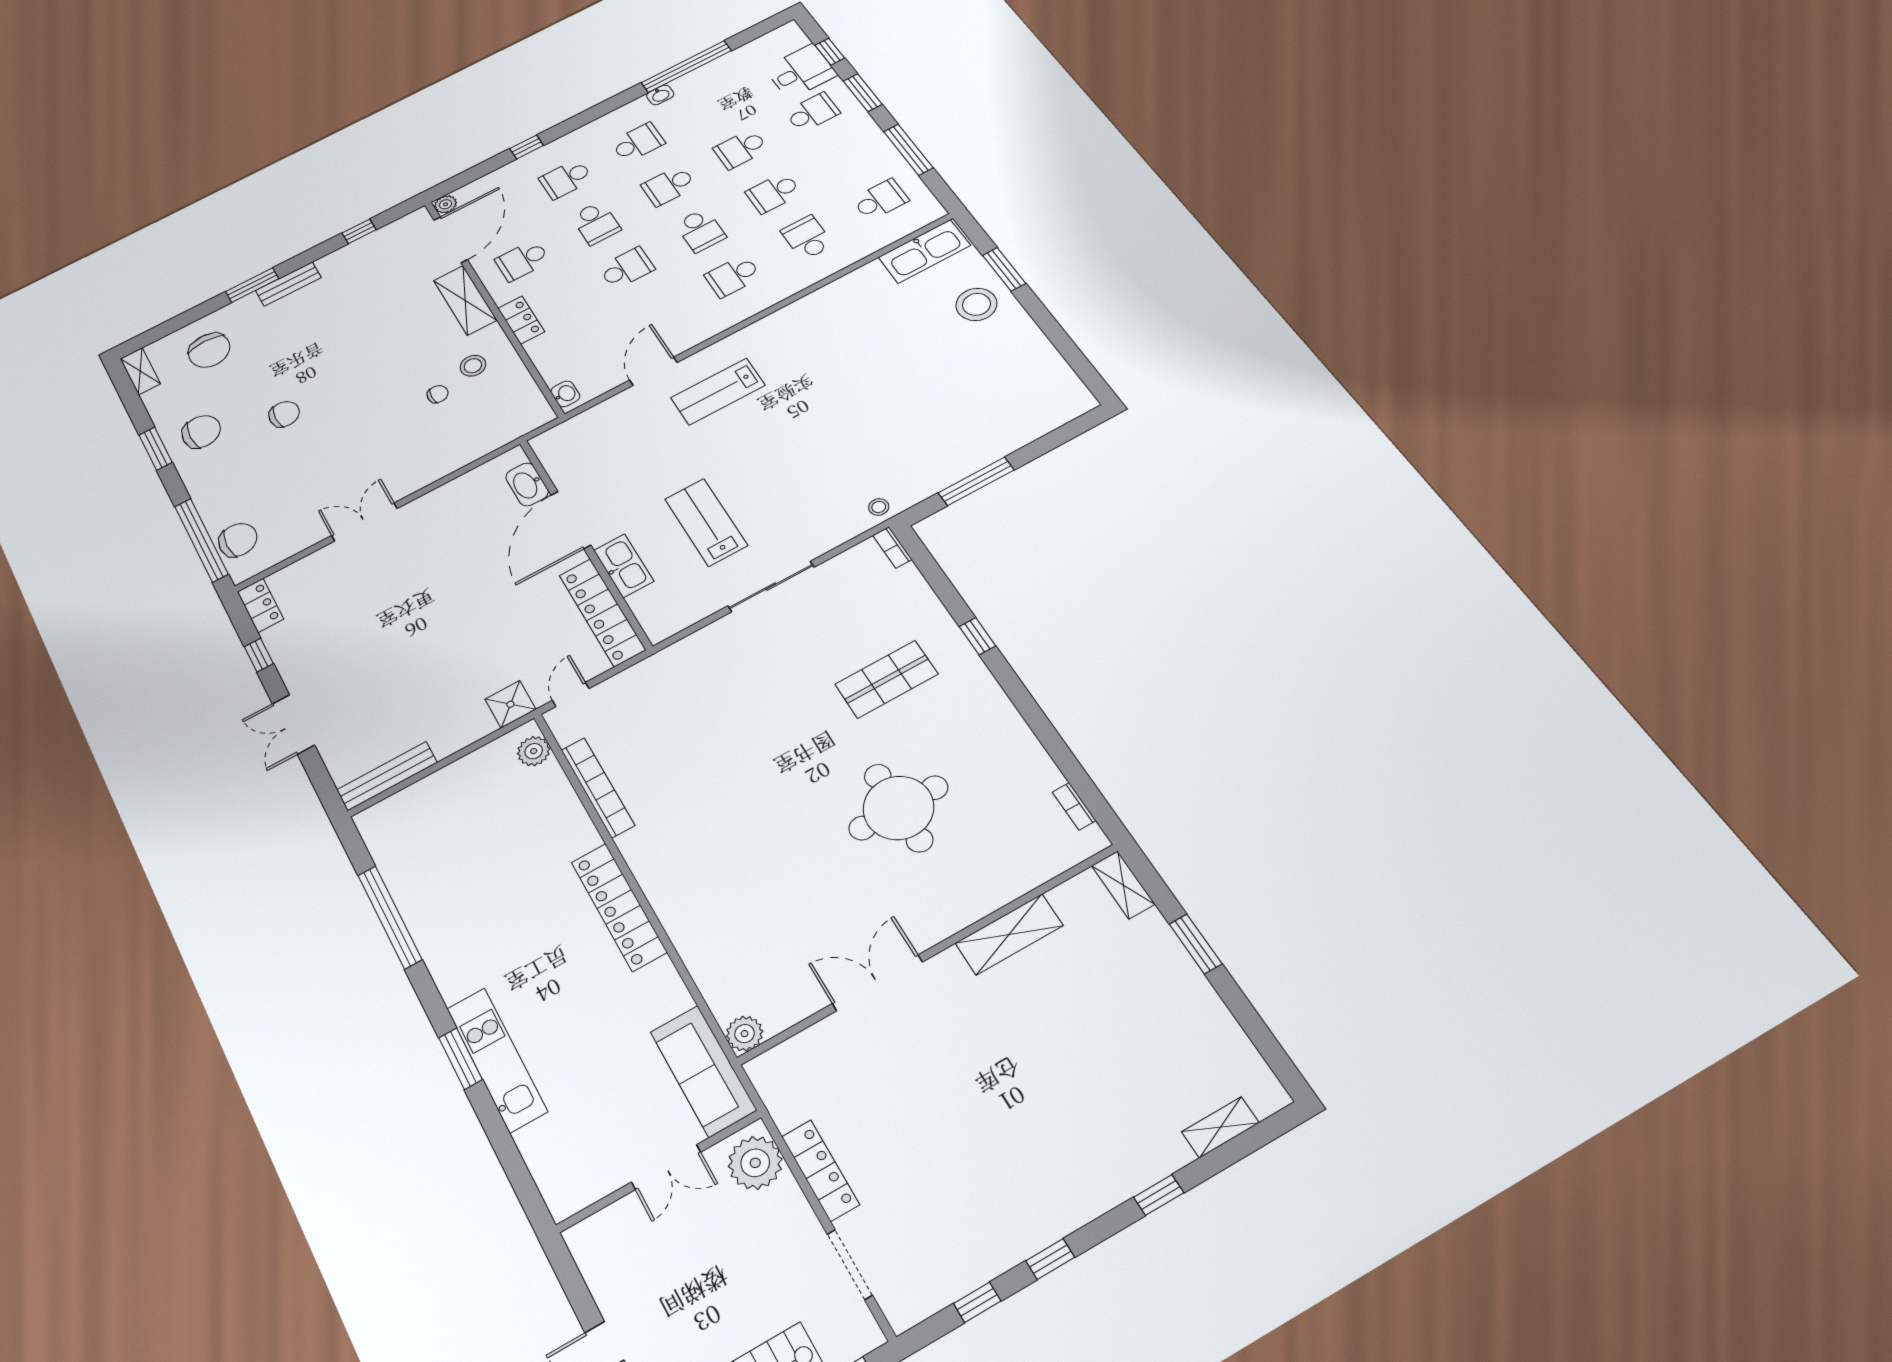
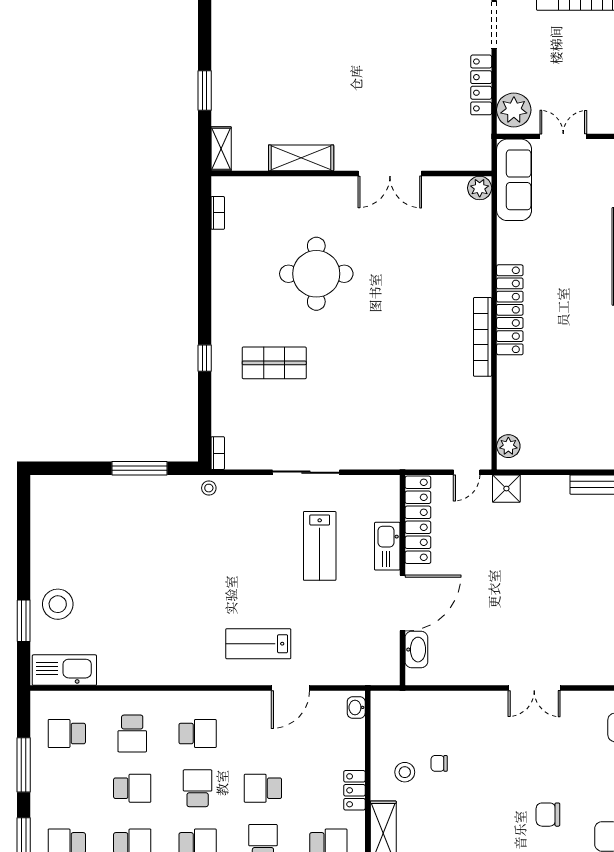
lab bench: (718, 392) -> (258, 644), turned 180
bookcase: (598, 787) -> (483, 337), moved

